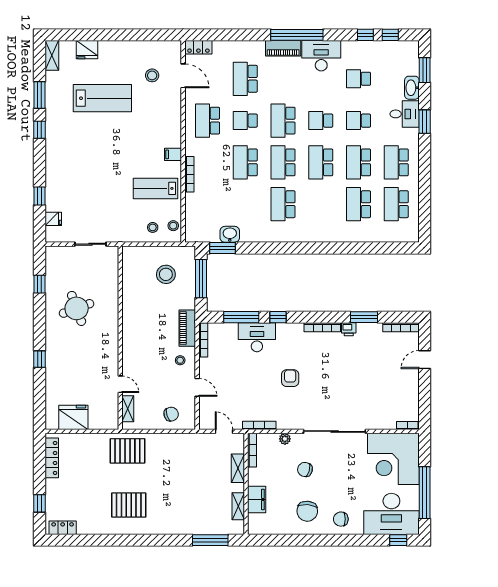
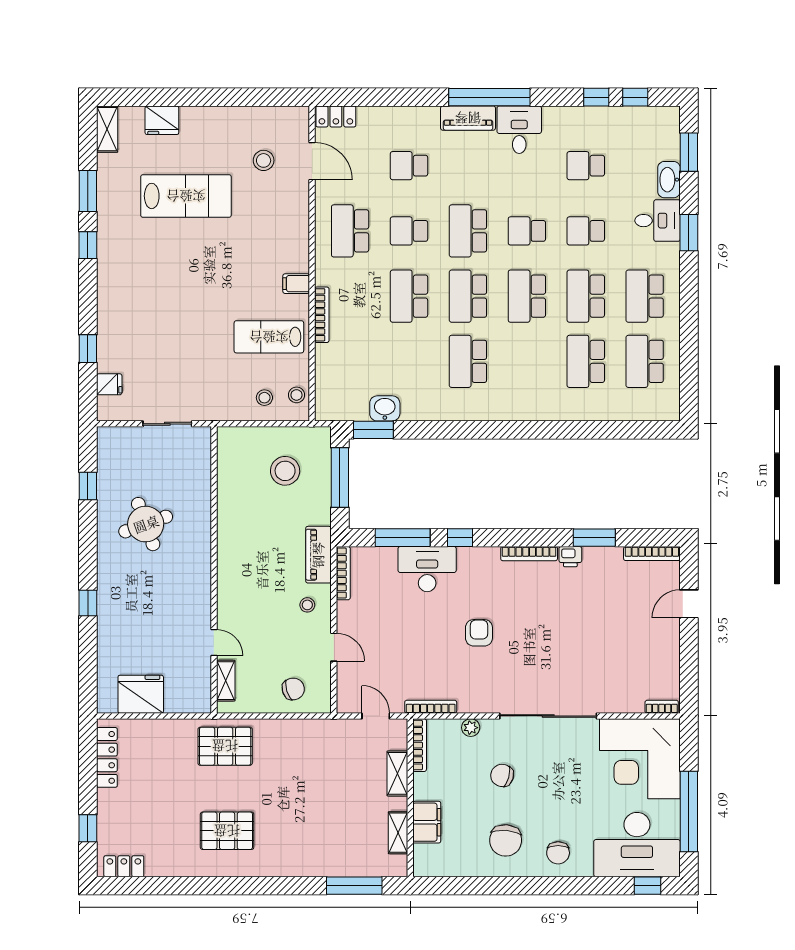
desk: (321, 56) -> (519, 130), width x0.73
school desk: (245, 79) -> (409, 166), width x0.54
chair: (341, 519) -> (558, 853), turned -90

